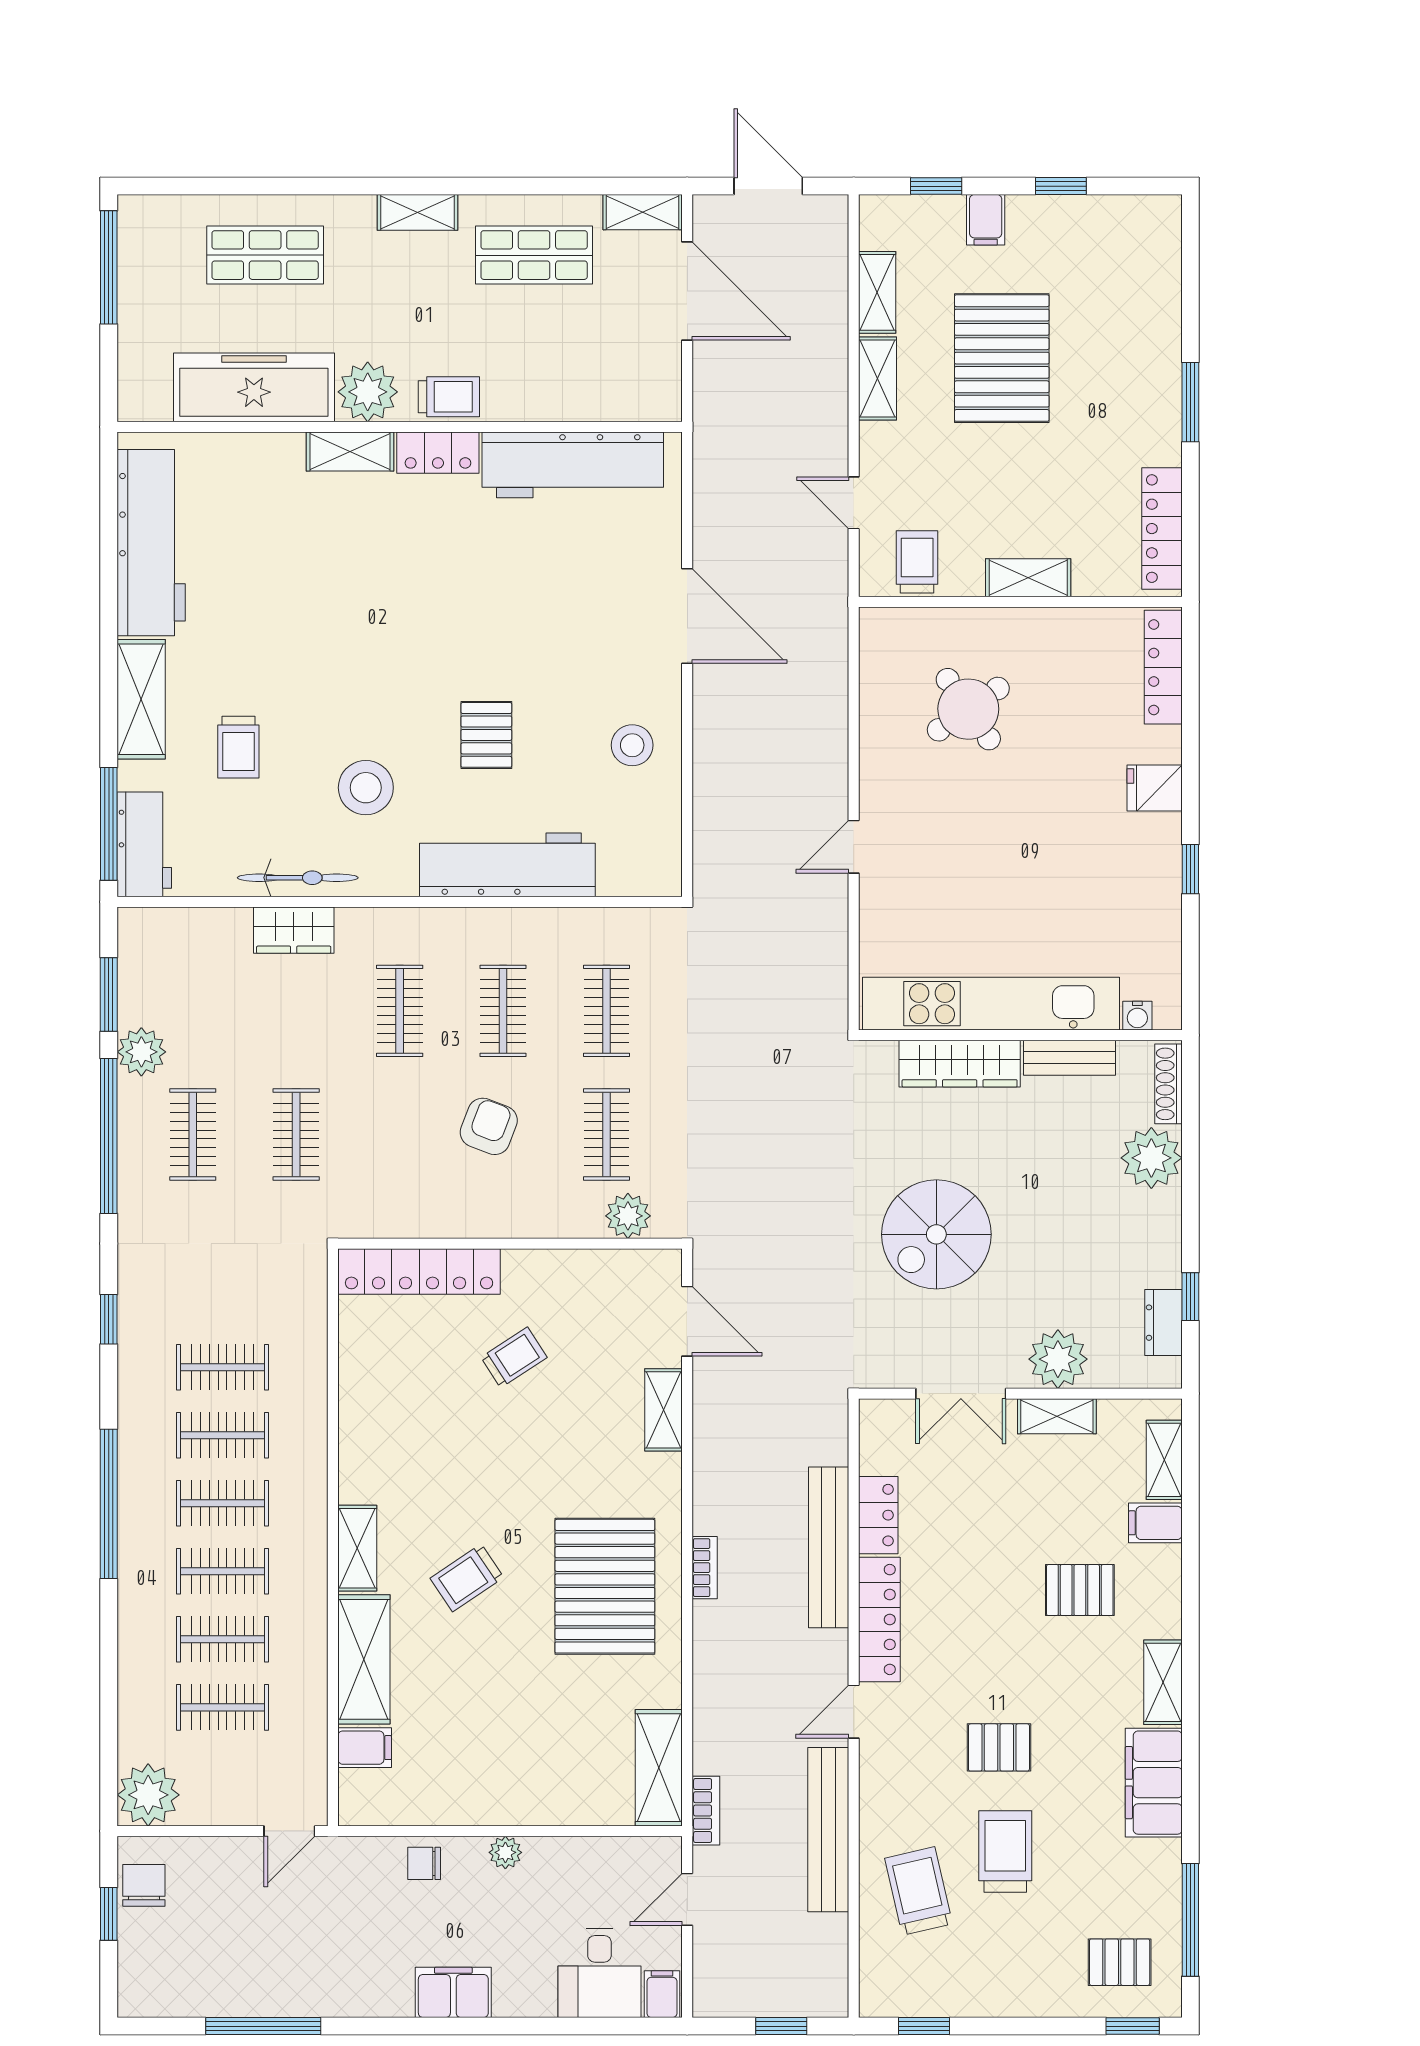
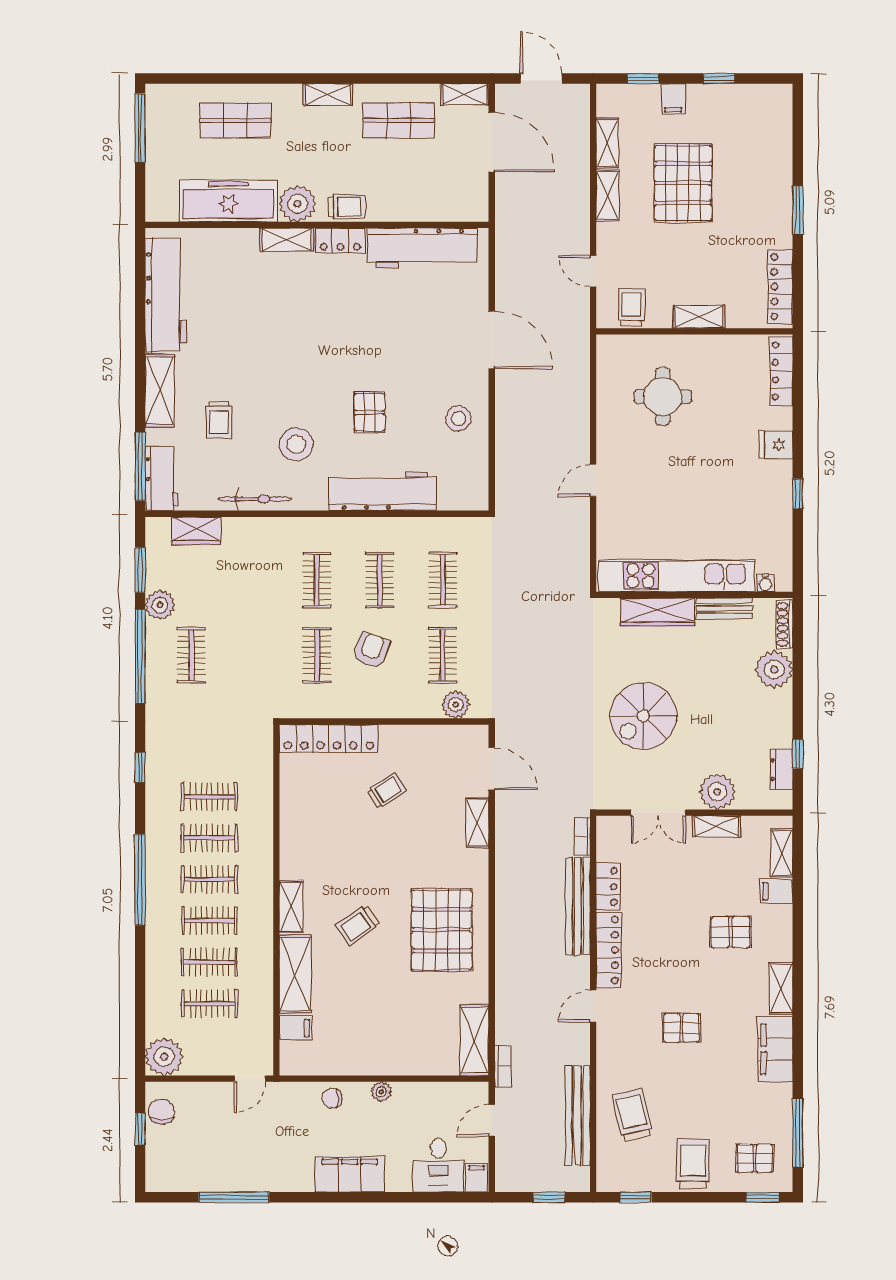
round table: (968, 709) -> (663, 397), turned 35
wardrobe: (294, 930) -> (196, 531), moved
clothes rail: (296, 1134) -> (317, 655), moved
bookcase: (705, 1568) -> (582, 836), moved, turned 180
bench: (828, 1830) -> (578, 1116), moved
trolley: (1005, 1851) -> (693, 1164), moved
filing cabinet: (453, 1992) -> (350, 1174), width x1.50, depth x1.17

